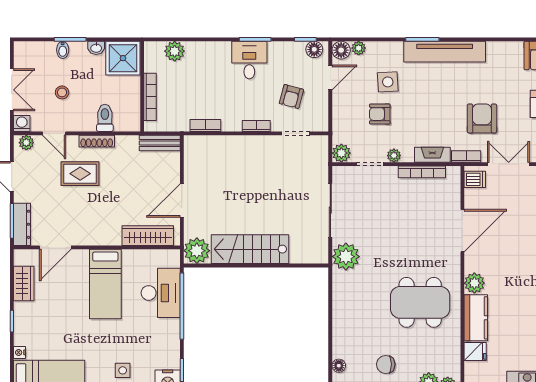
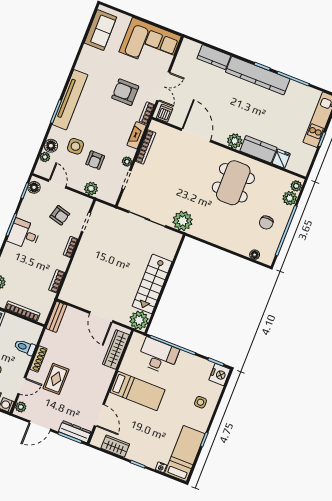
floor lamp: (341, 50) -> (51, 146), moved
plant: (341, 153) -> (91, 189), moved
double door: (509, 164) -> (163, 86), swing flipped

